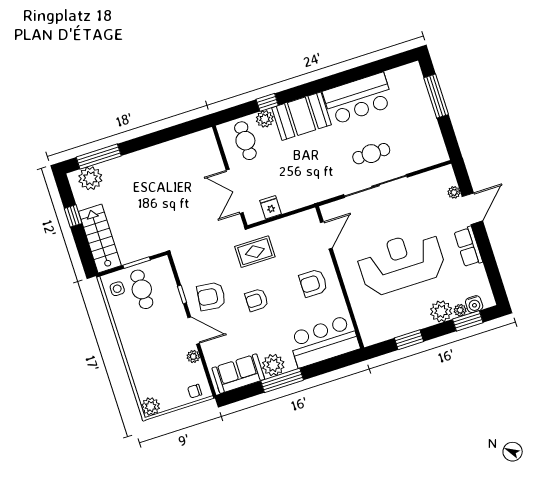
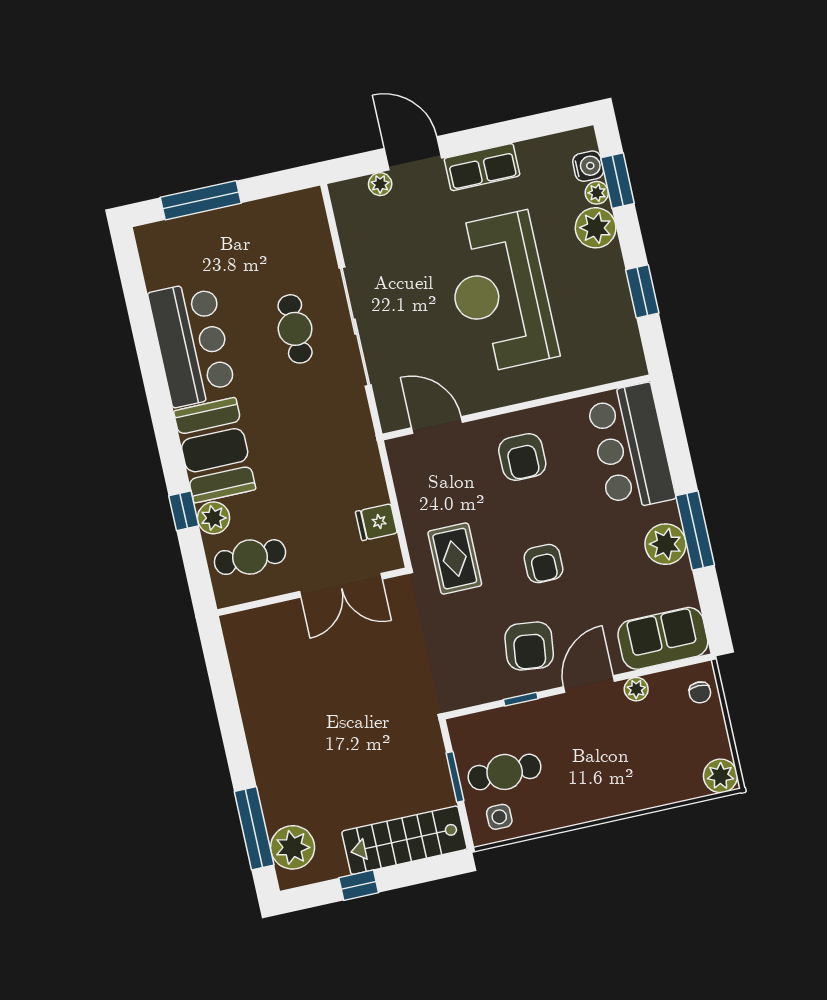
sofa: (238, 374) -> (663, 638), moved, turned 90

